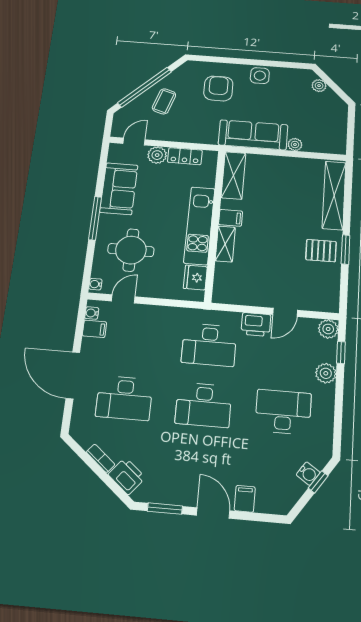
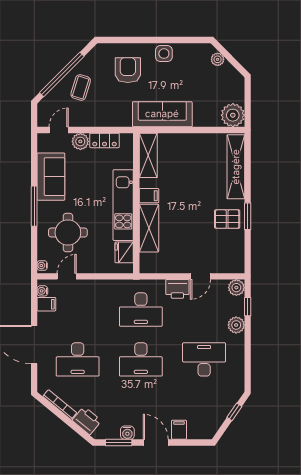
plant: (295, 145) -> (233, 115), moved, width x1.88, depth x1.88
shelving: (225, 244) -> (149, 228), width x1.50, depth x1.33
bookcase: (101, 458) -> (60, 405), width x1.56
water cooler: (308, 474) -> (127, 433), moved, turned 55

